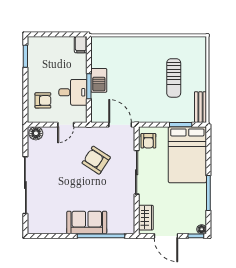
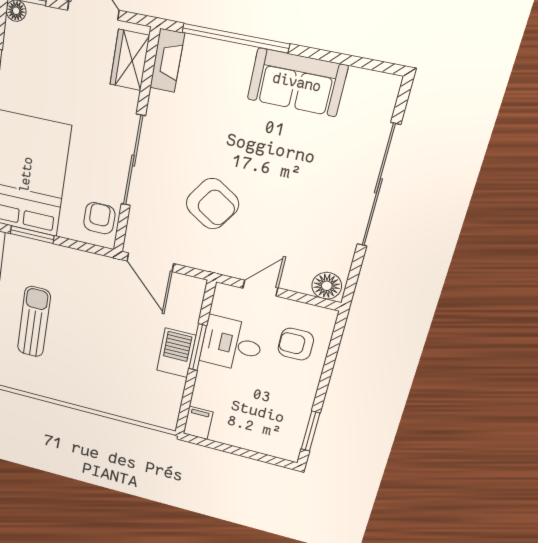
fireplace: (129, 221) -> (167, 61), added
sofa: (87, 223) -> (297, 82), moved

